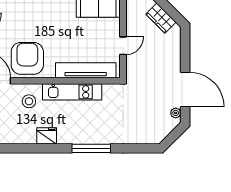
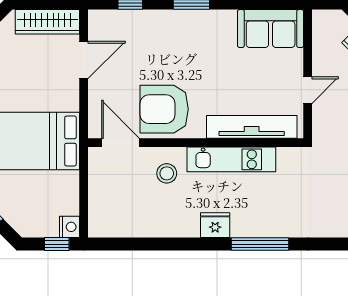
armchair: (27, 58) -> (164, 109), turned -90
fridge: (47, 136) -> (215, 225), moved

